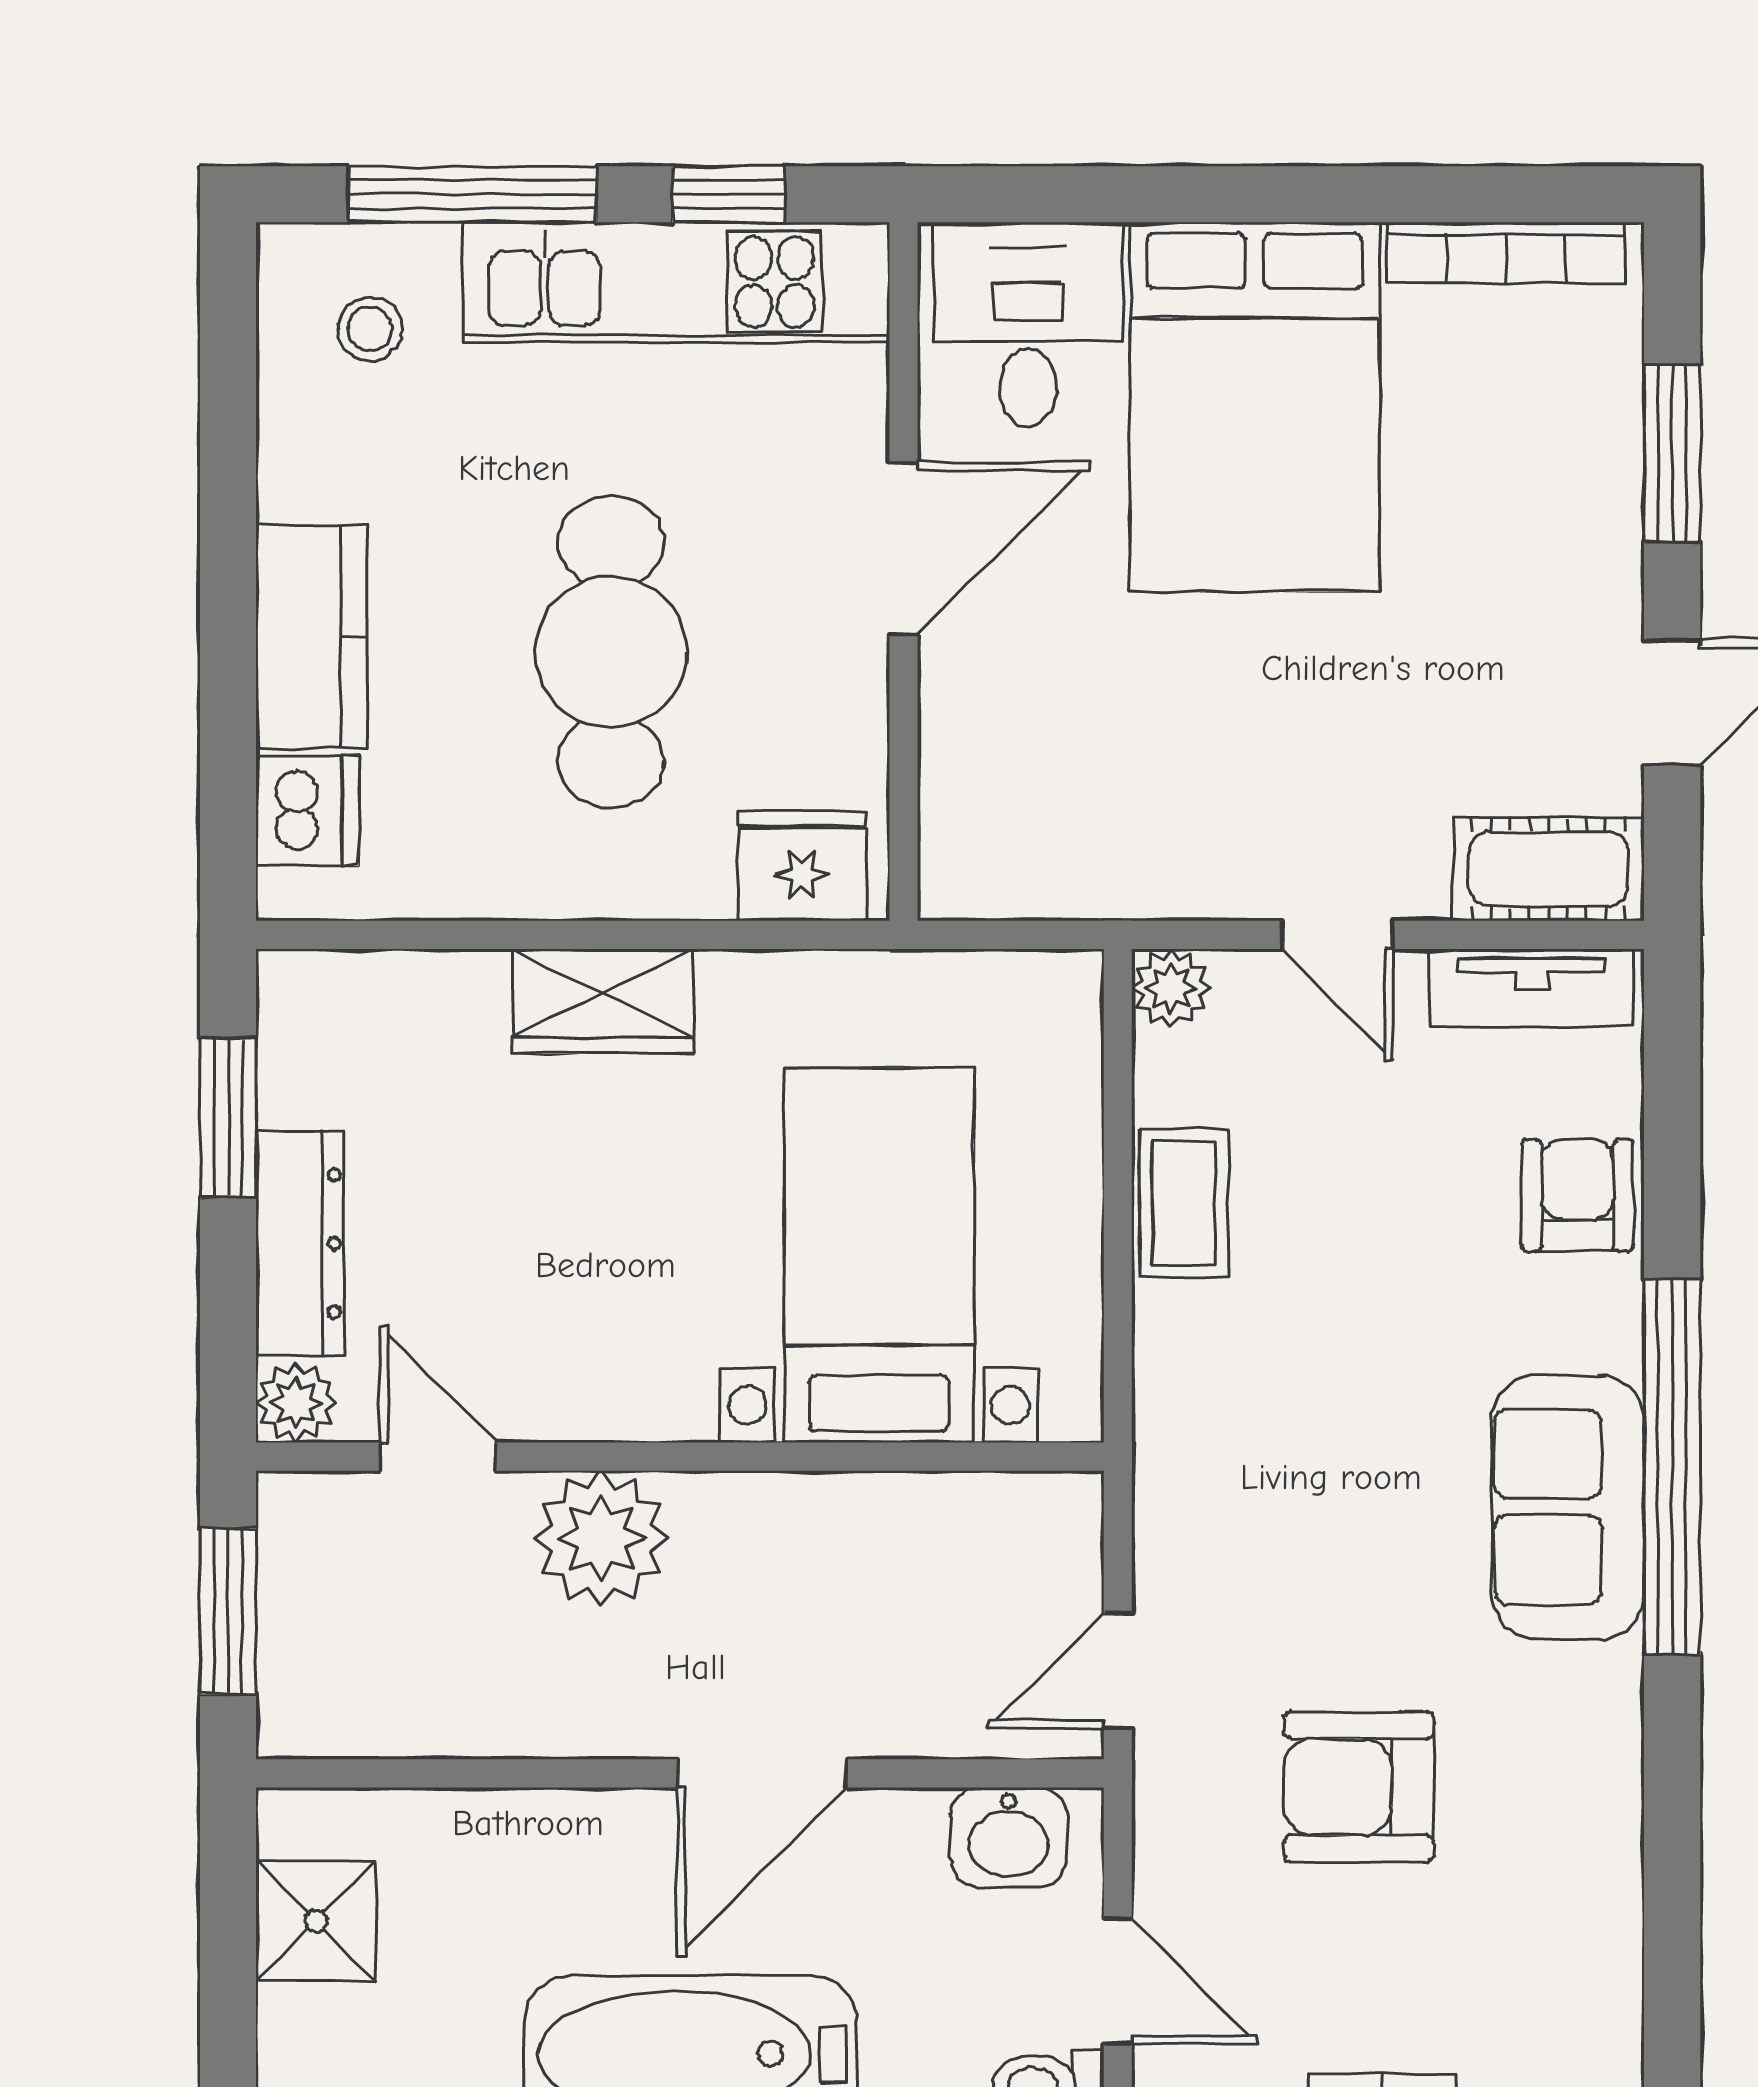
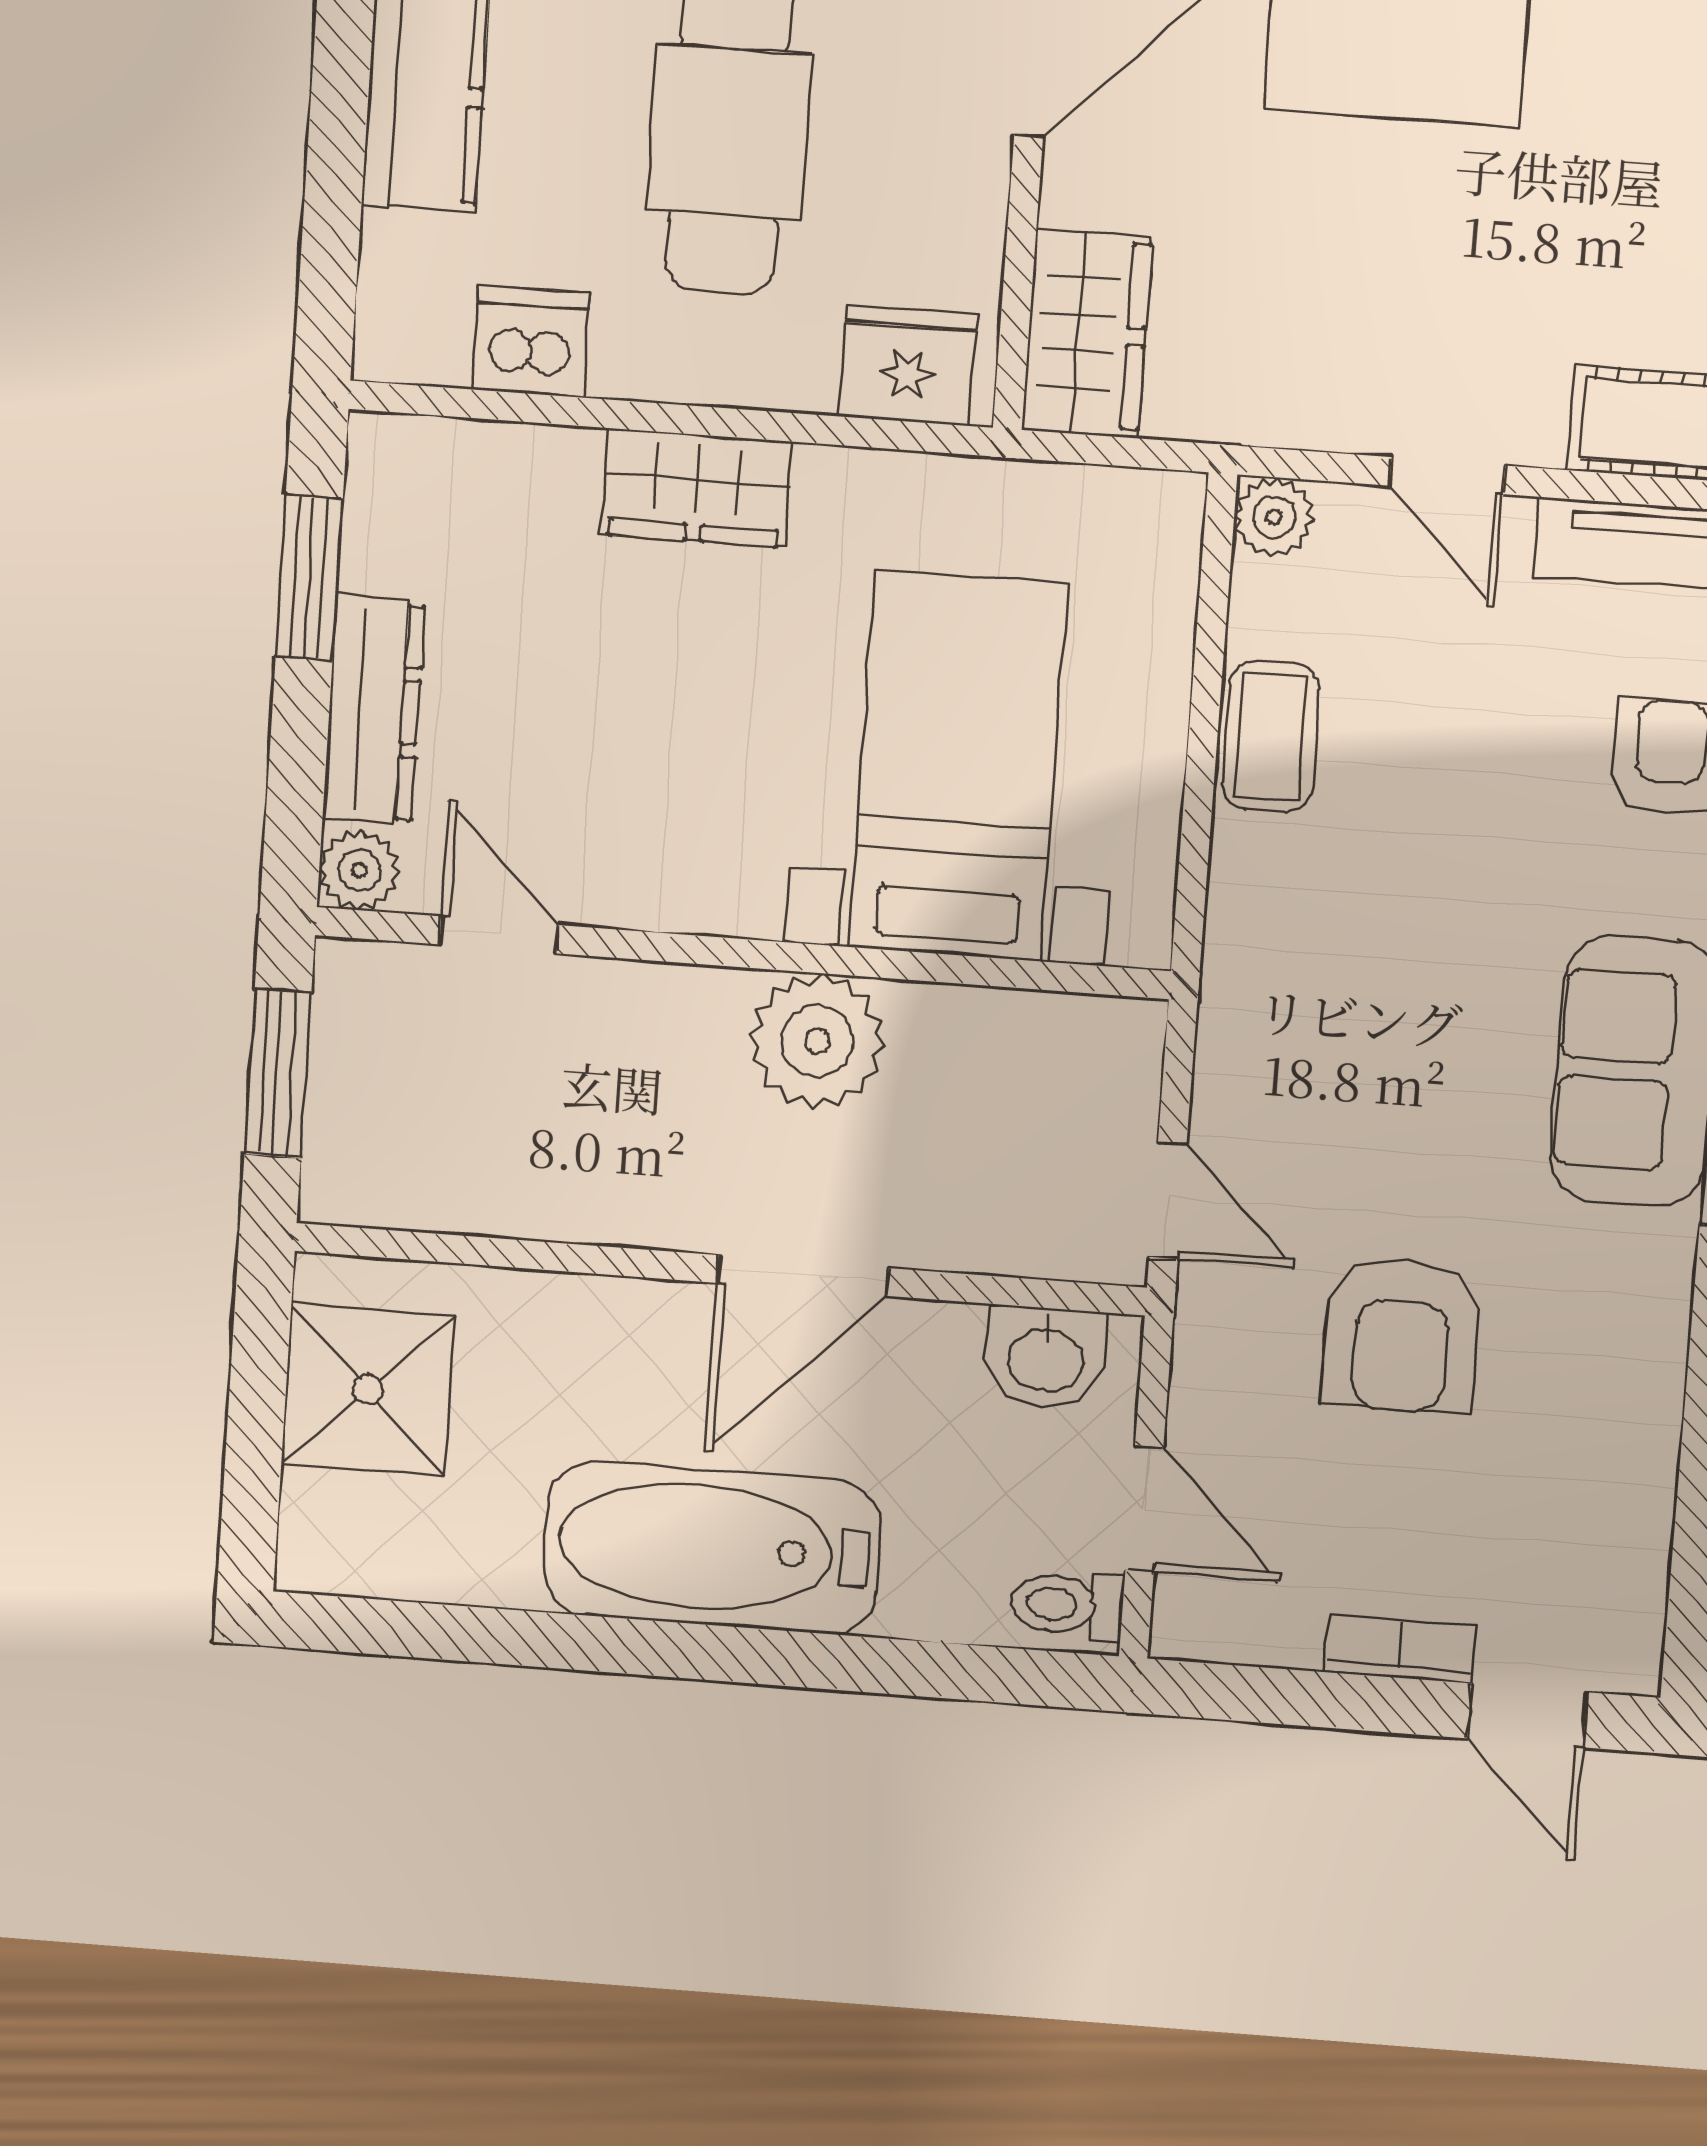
dishwasher: (307, 811) -> (531, 341), moved, turned -90
wardrobe: (975, 822) -> (1087, 333), added
plant: (601, 1538) -> (817, 1041), moved
door: (1118, 1671) -> (1168, 1200), swing flipped
armchair: (1359, 1787) -> (1402, 1335), turned -90
shower: (316, 1921) -> (368, 1389), width x1.36, depth x1.36

